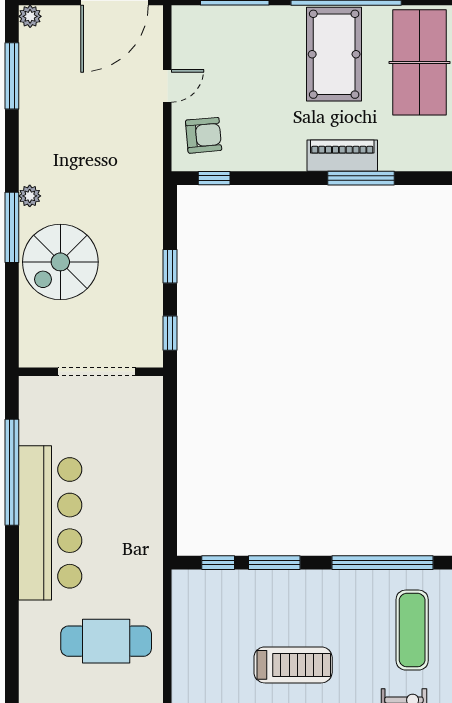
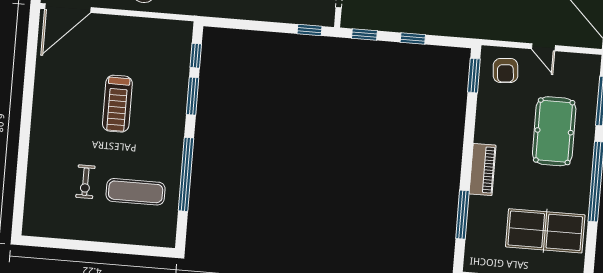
pool table: (334, 54) -> (554, 131), moved, turned 90
window: (214, 178) -> (474, 76), width x1.50
window: (361, 178) -> (462, 215), moved
window: (170, 409) -> (309, 30), added

